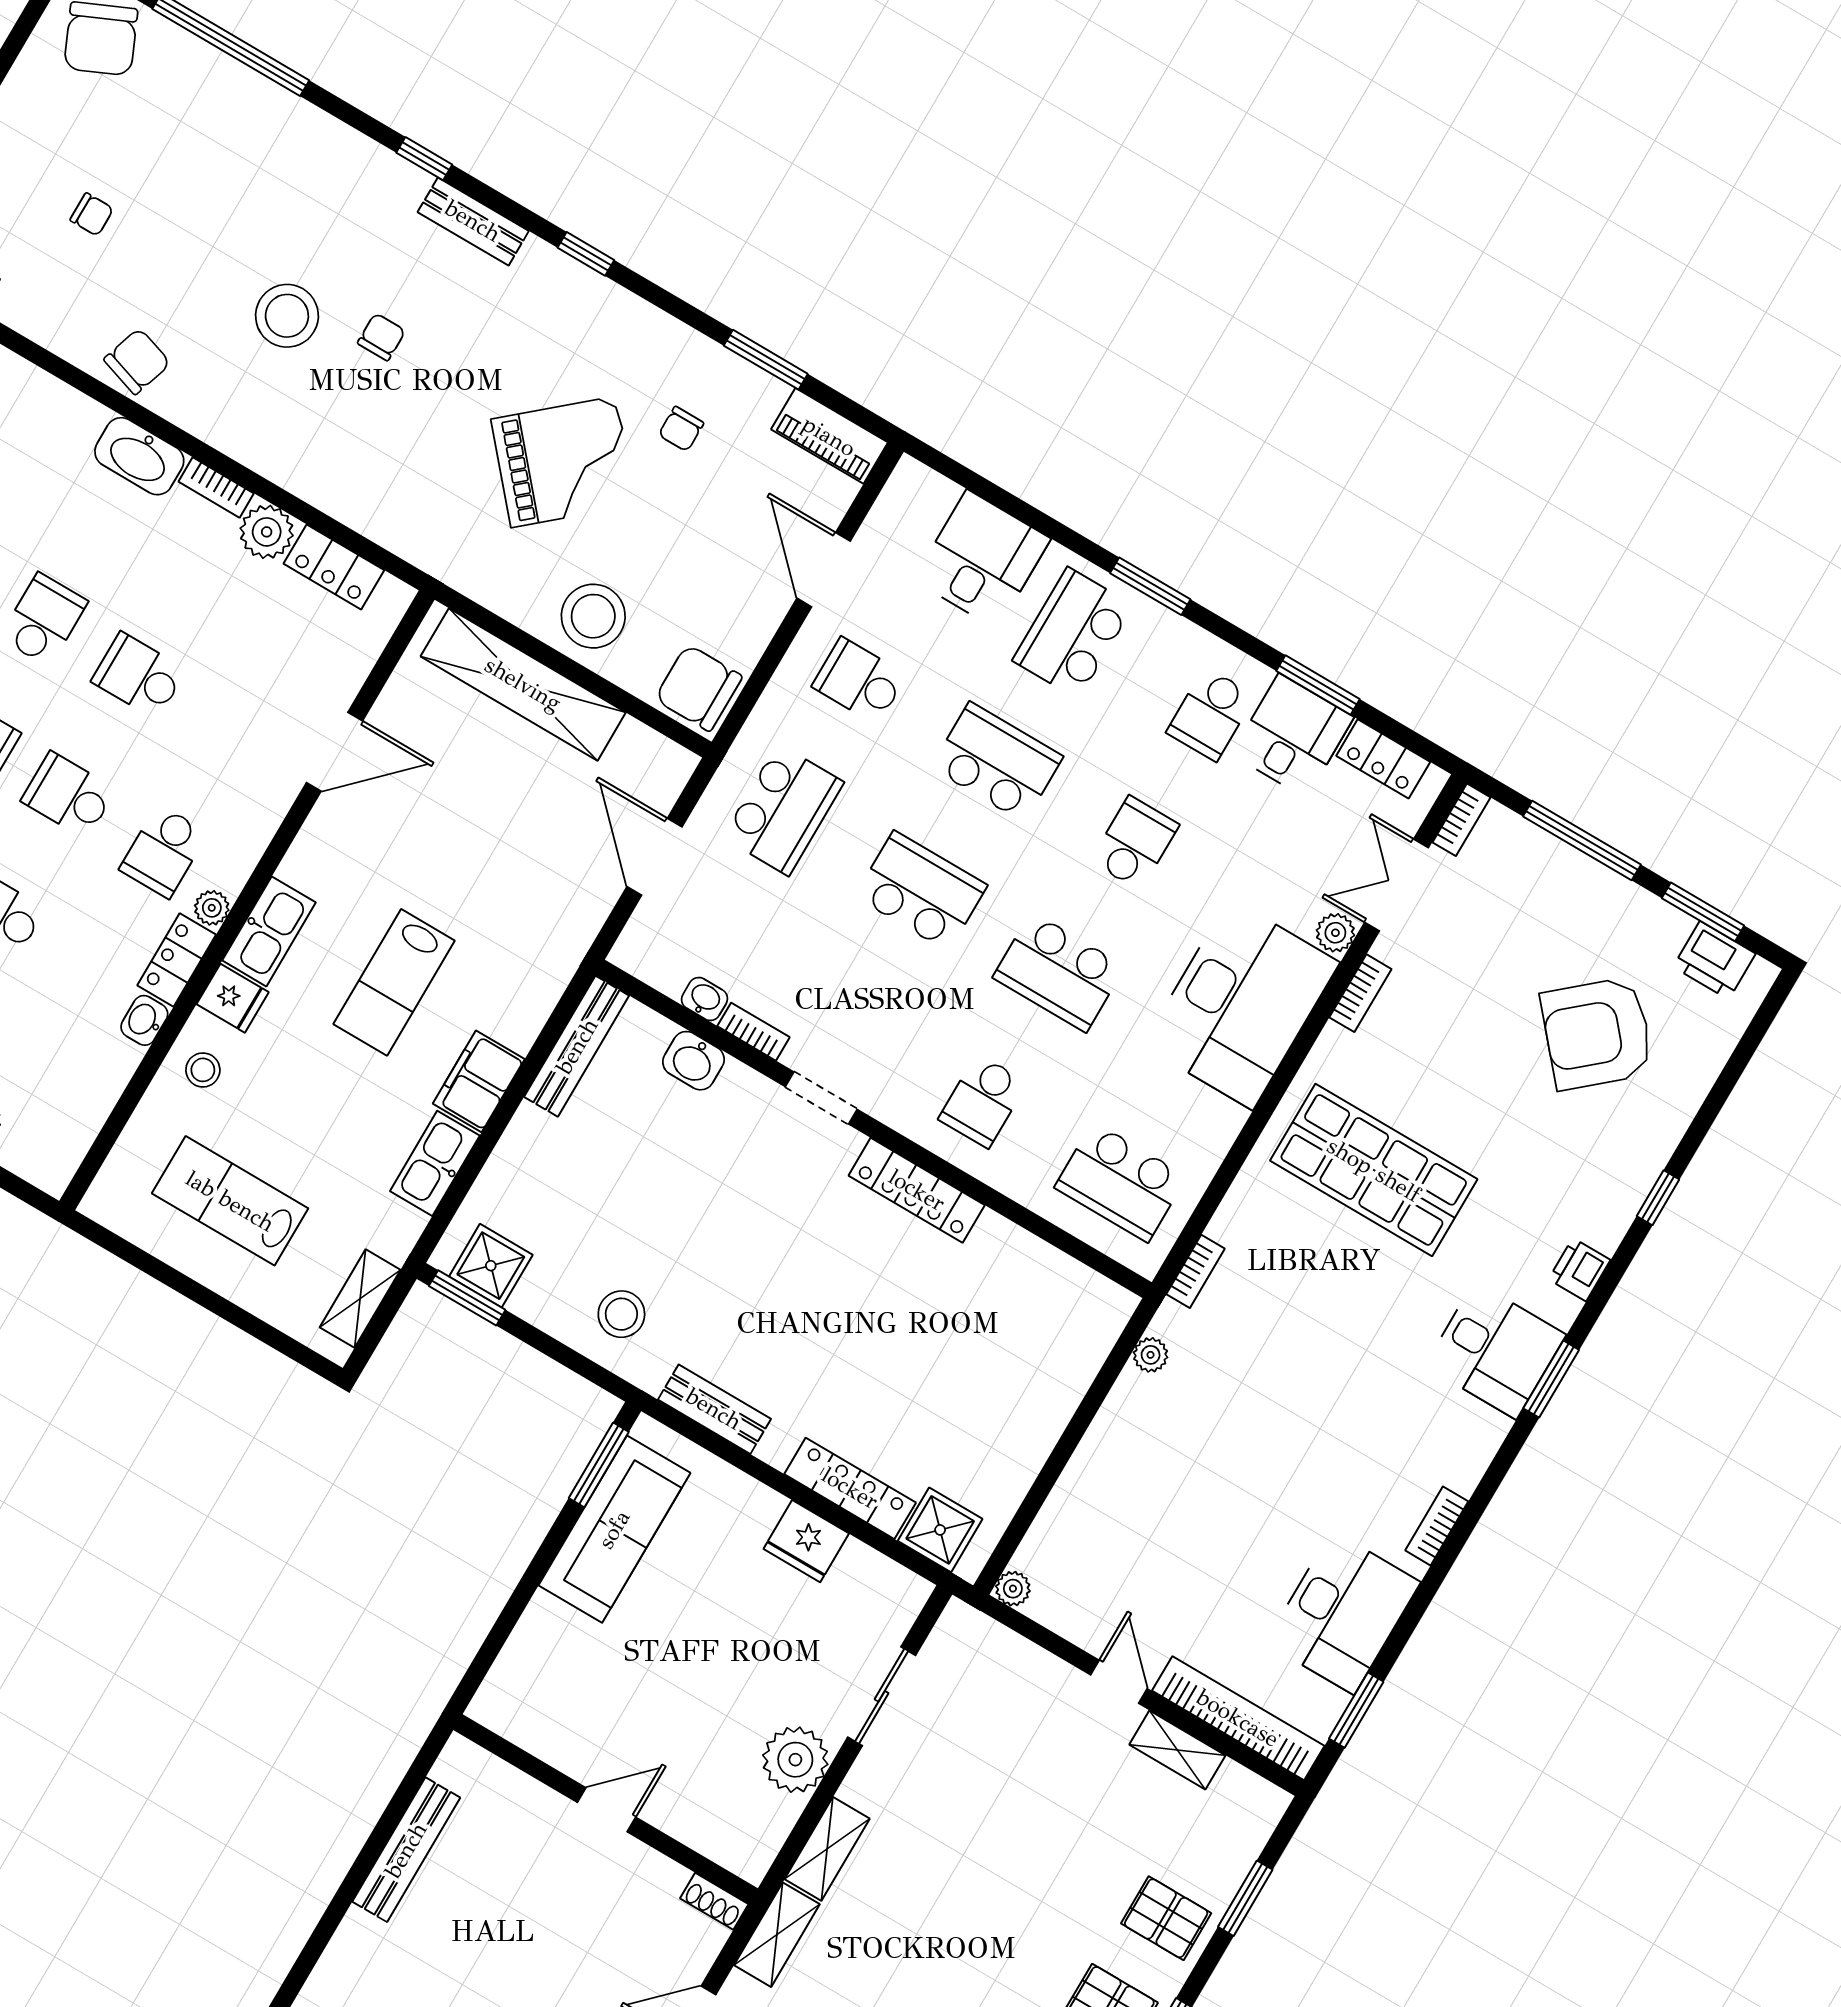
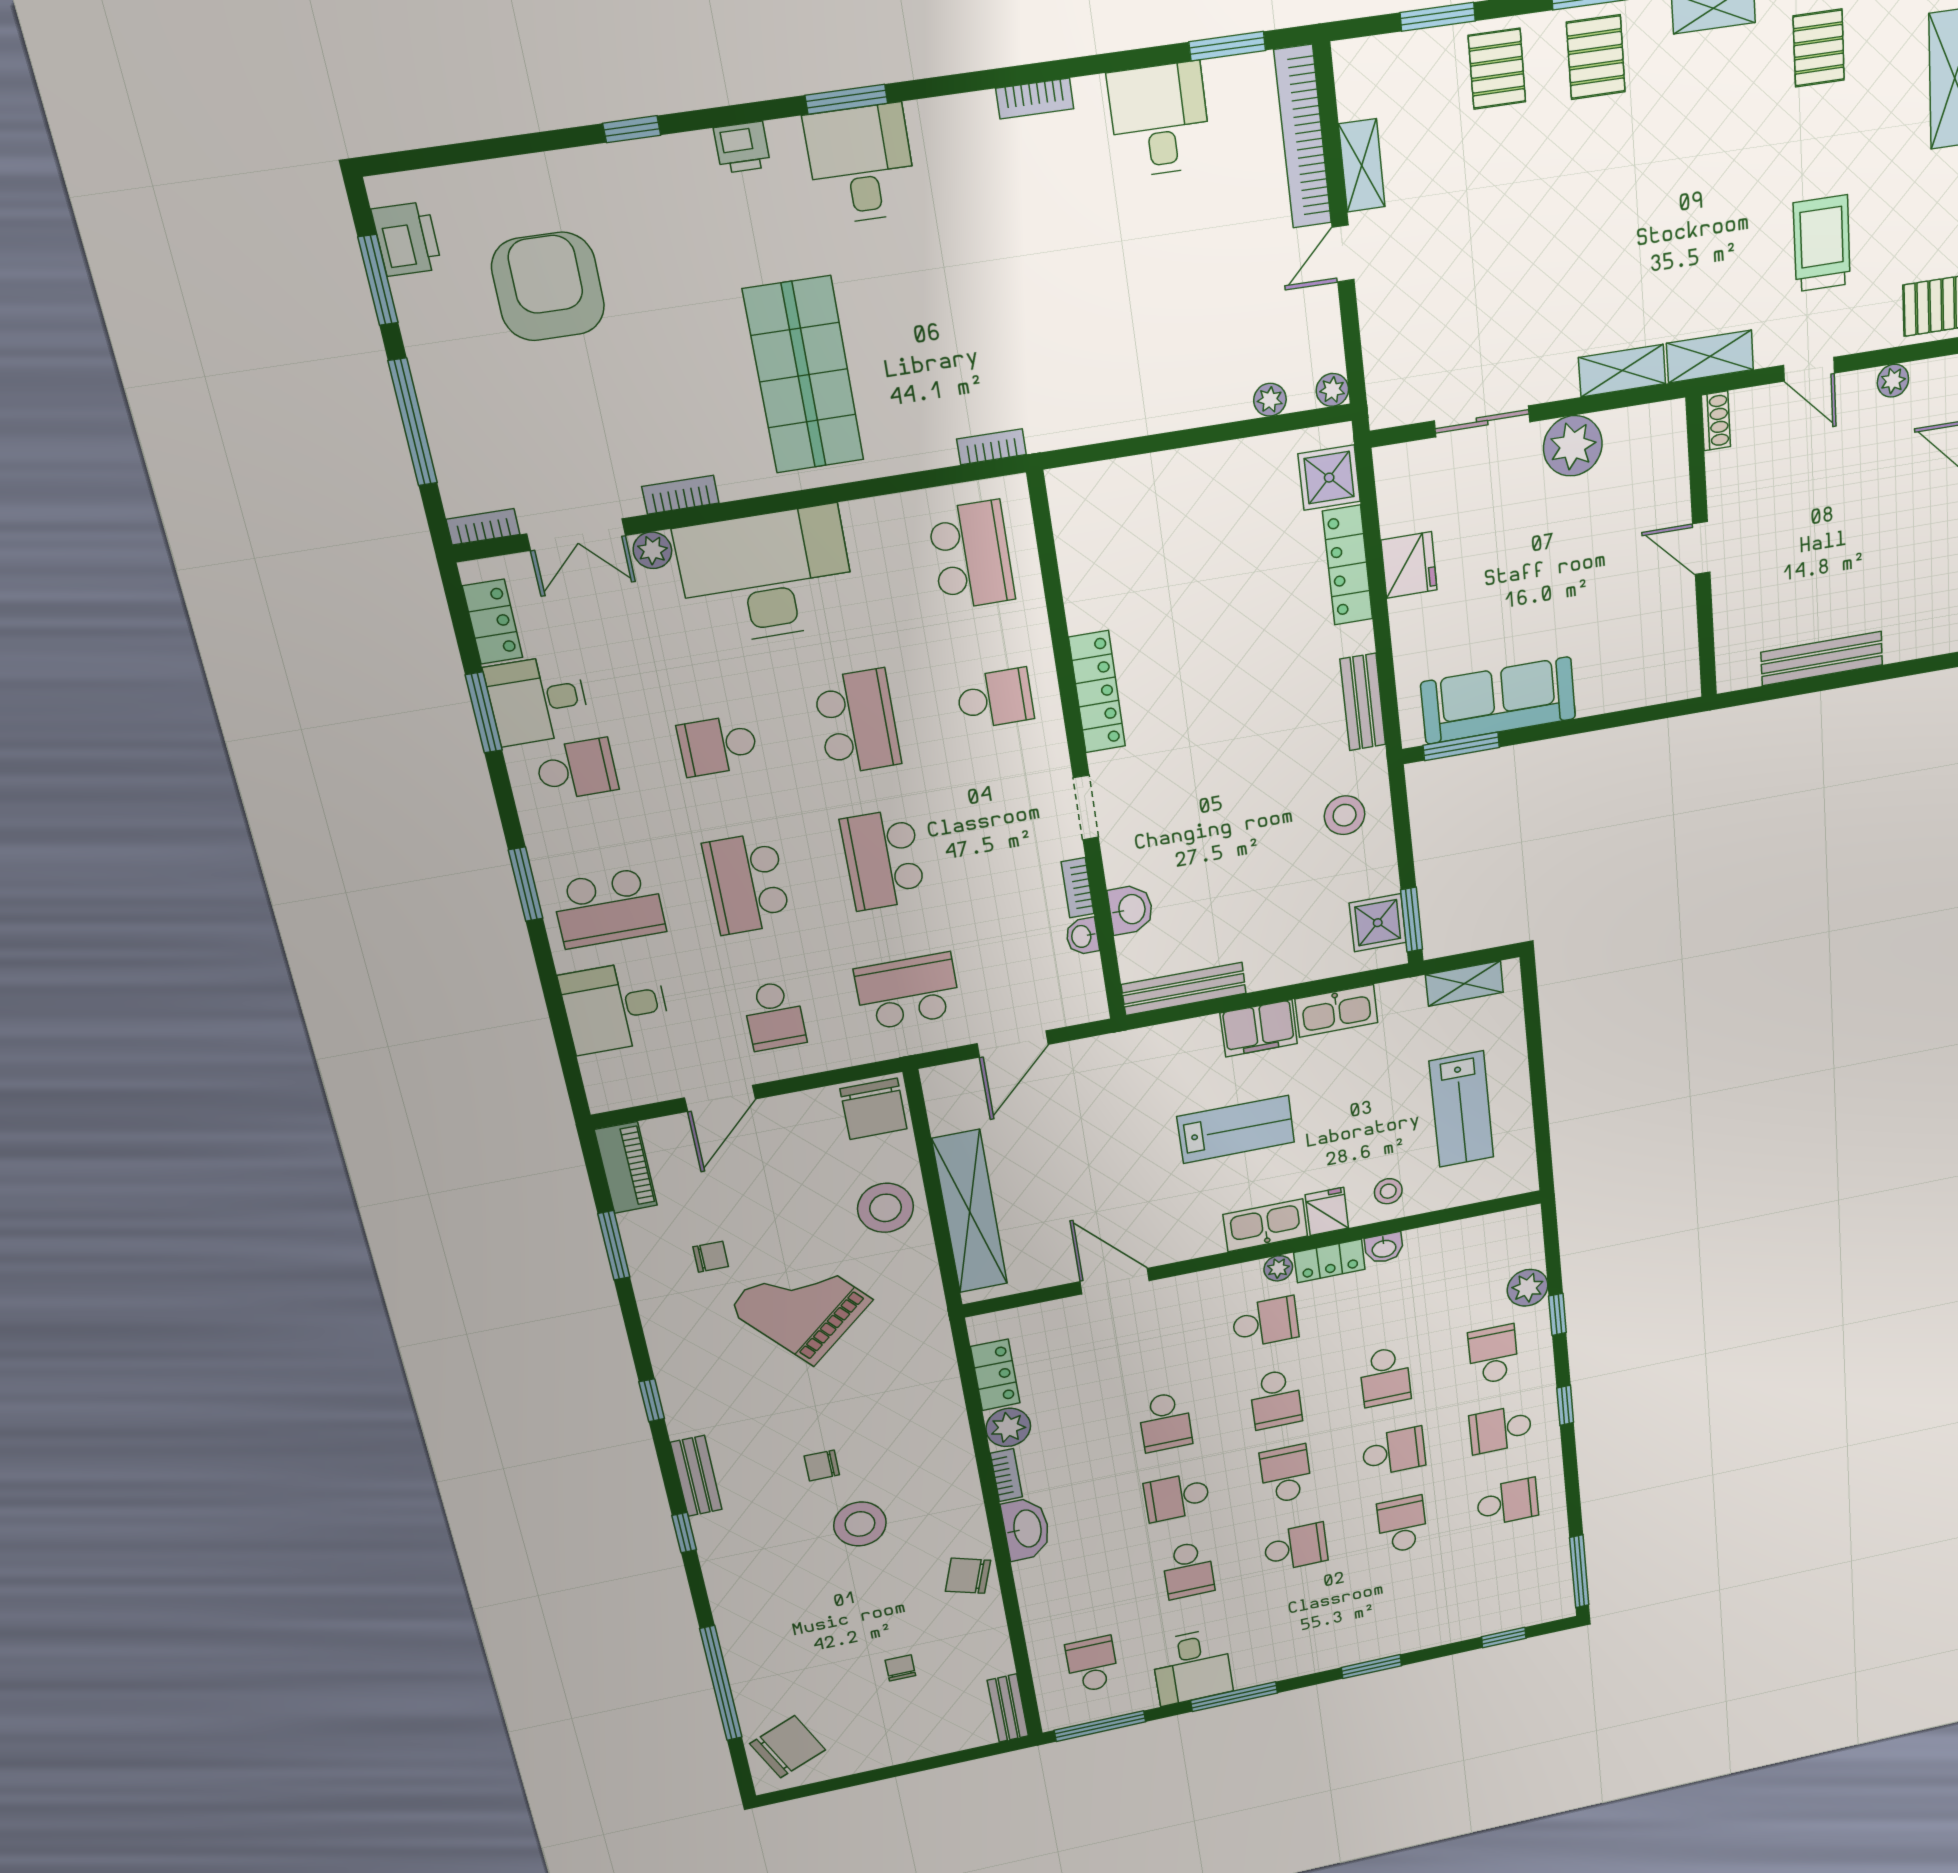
armchair: (1597, 1033) -> (548, 287), turned -139
plant: (1151, 1355) -> (1270, 400), moved
desk: (1343, 1612) -> (1160, 120), width x0.73

